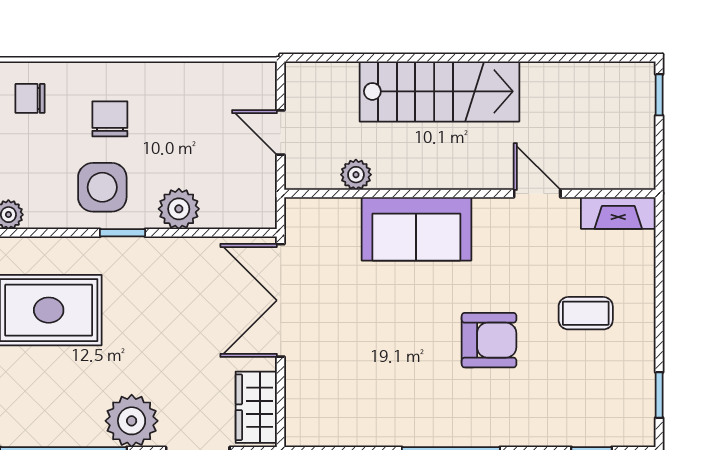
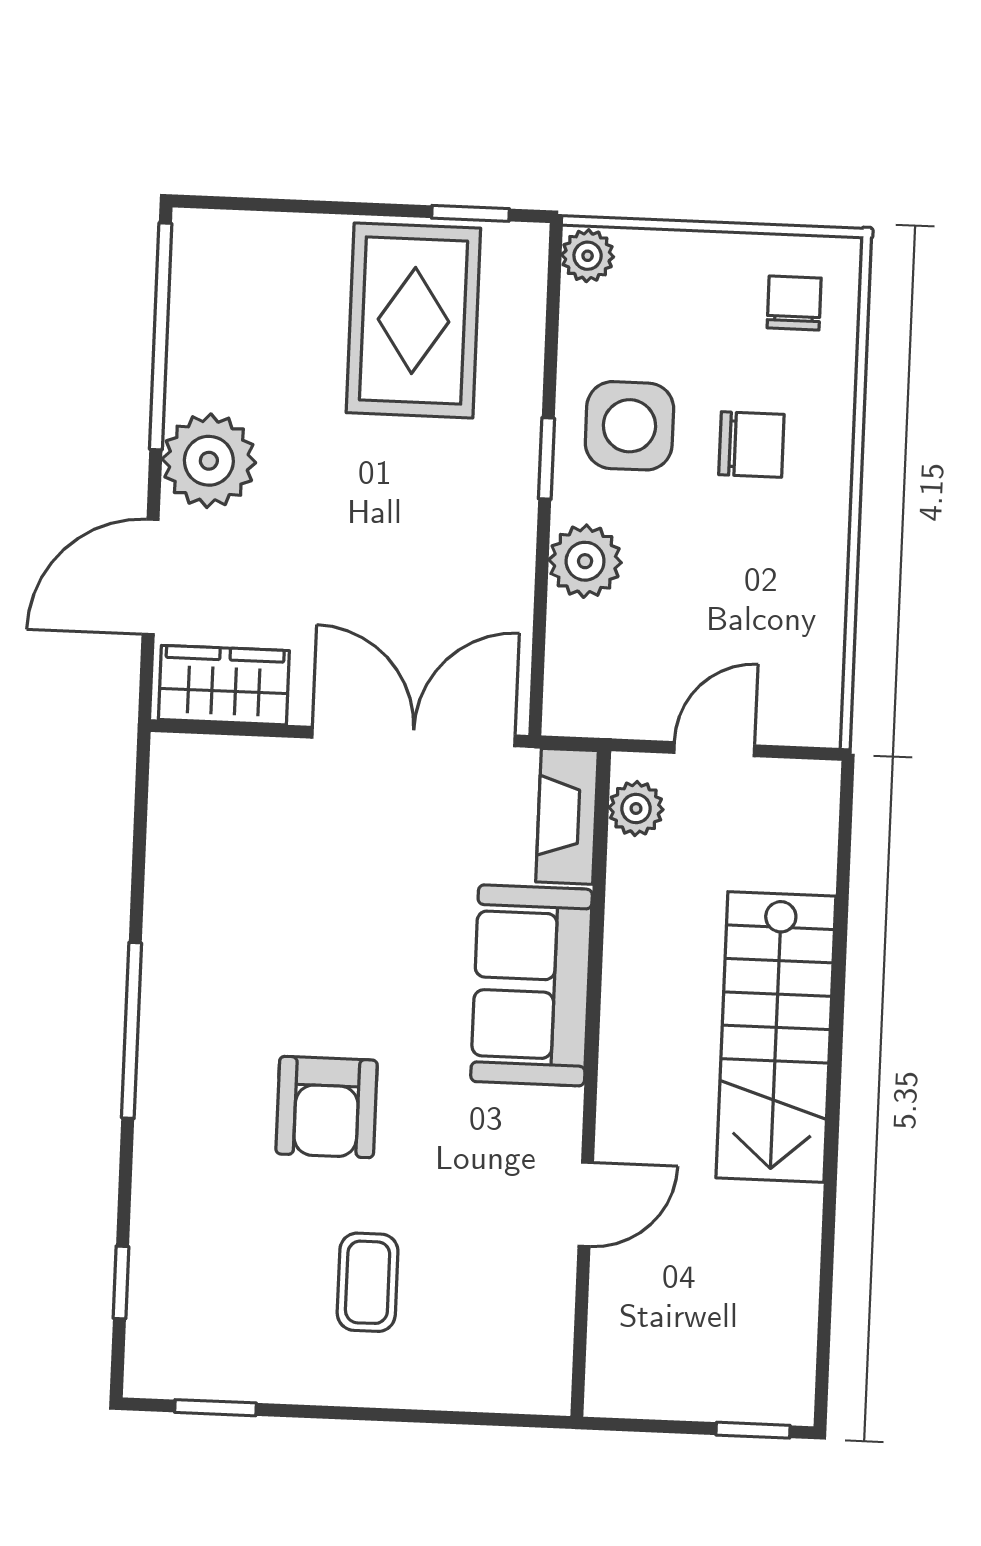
plant: (356, 175) -> (636, 808), moved
fireplace: (618, 213) -> (567, 816), moved

